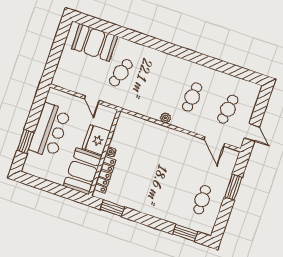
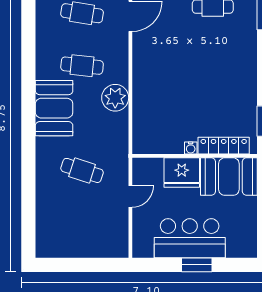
booth: (95, 43) -> (54, 108), moved
plant: (165, 118) -> (115, 98), width x1.87, depth x1.87
window: (26, 141) -> (197, 265), moved

